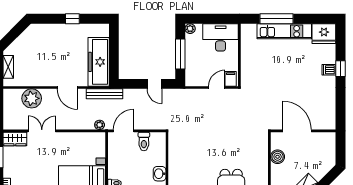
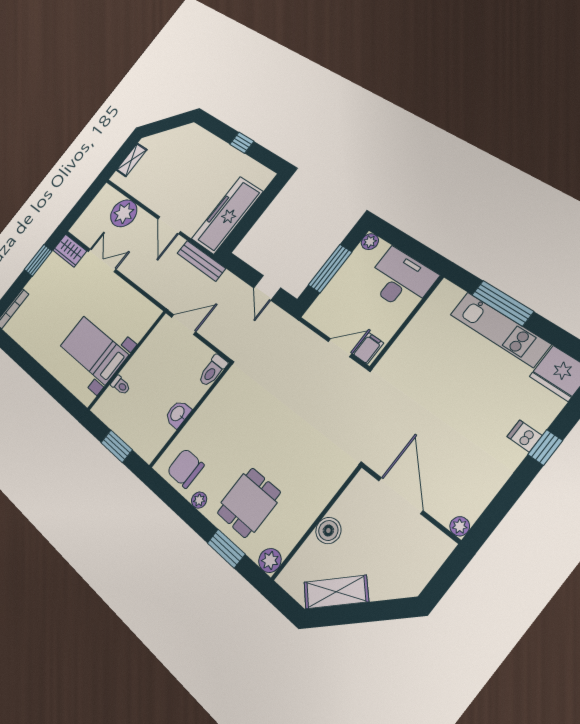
plant: (100, 125) -> (460, 526), moved
toilet: (144, 141) -> (213, 371), moved
boiler: (278, 157) -> (328, 531), moved

